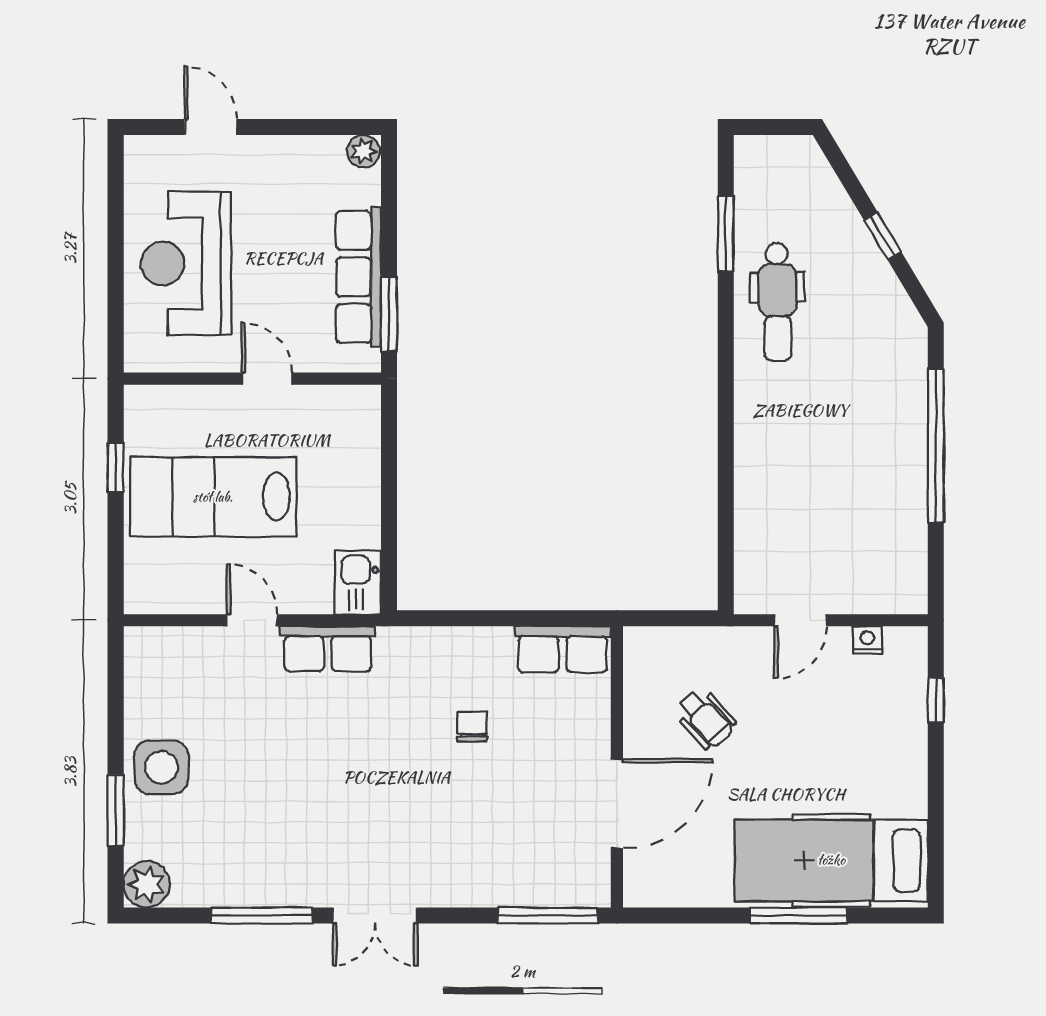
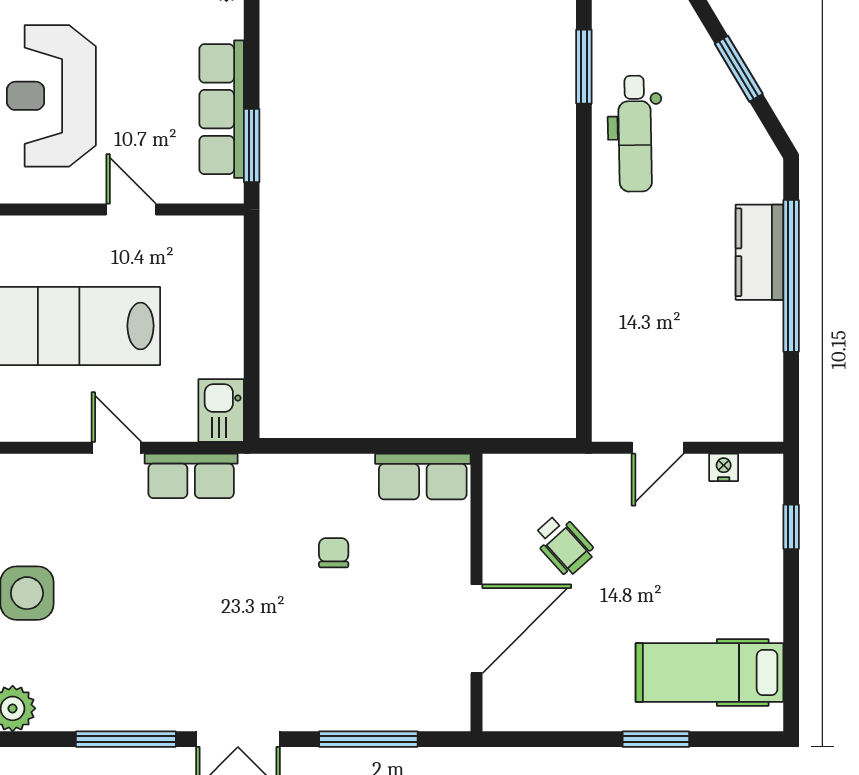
window: (883, 236) -> (739, 69), width x1.50
kitchen counter: (904, 422) -> (759, 252), added
hospital bed: (831, 860) -> (709, 673), width x0.73, depth x0.78
window: (548, 915) -> (368, 739), moved
window: (799, 915) -> (656, 739), width x0.69

